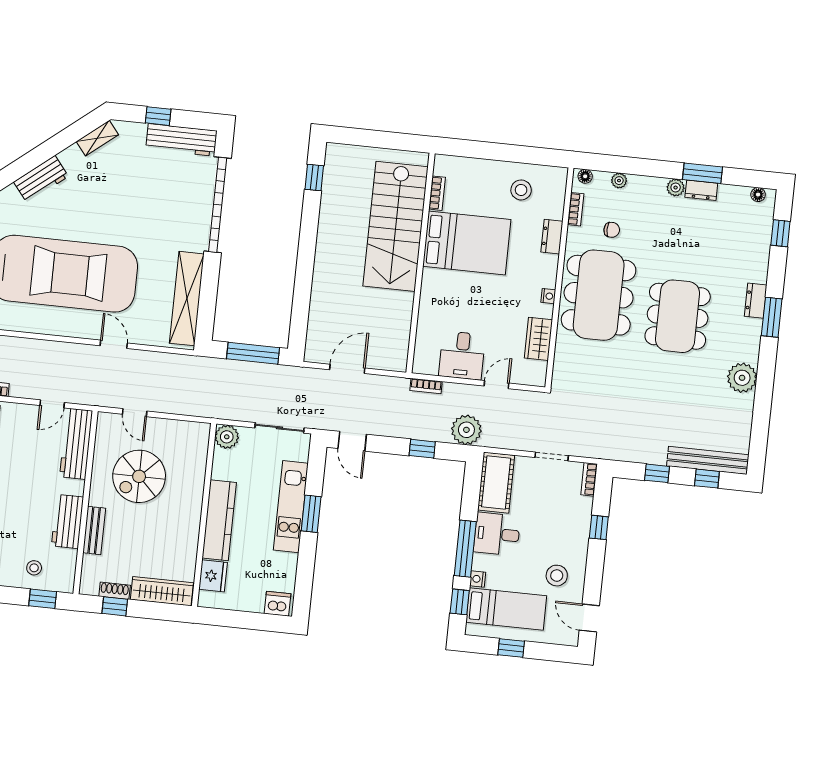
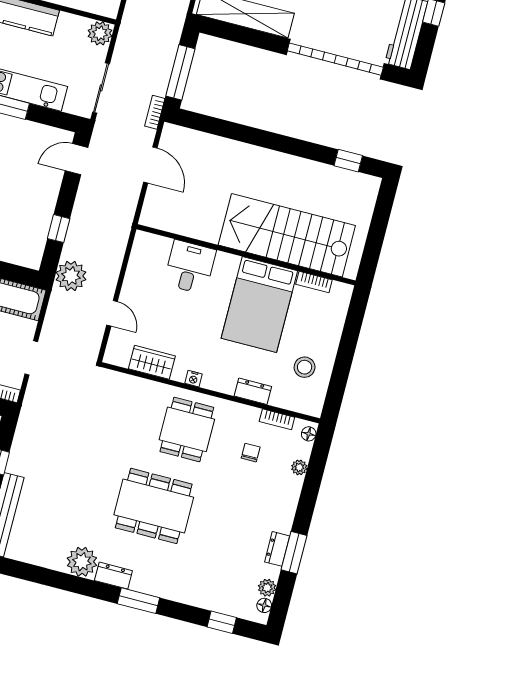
plant: (676, 188) -> (267, 588), moved
chair: (612, 230) -> (251, 453), turned 180
dining table: (599, 295) -> (187, 429), width x0.53, depth x0.80
dresser: (756, 301) -> (113, 576), moved
desk: (462, 355) -> (190, 267), moved, turned 90
bookcase: (426, 386) -> (155, 112), moved

